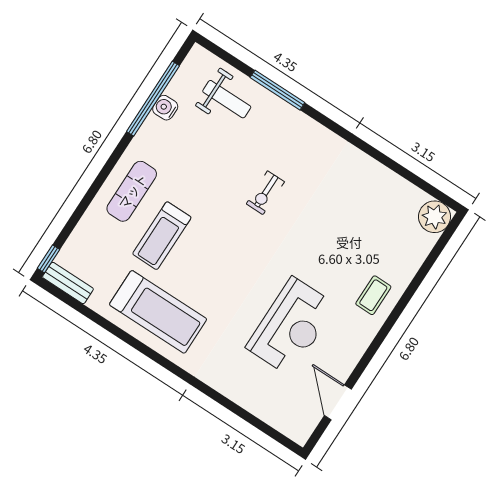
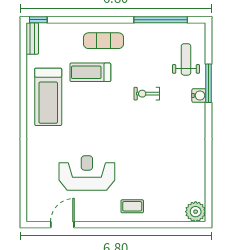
weight bench: (227, 99) -> (186, 59), turned 180
water cooler: (165, 108) -> (199, 95), moved, turned 90
exercise bike: (265, 193) -> (147, 94), moved
reception desk: (291, 326) -> (87, 173), turned 180

